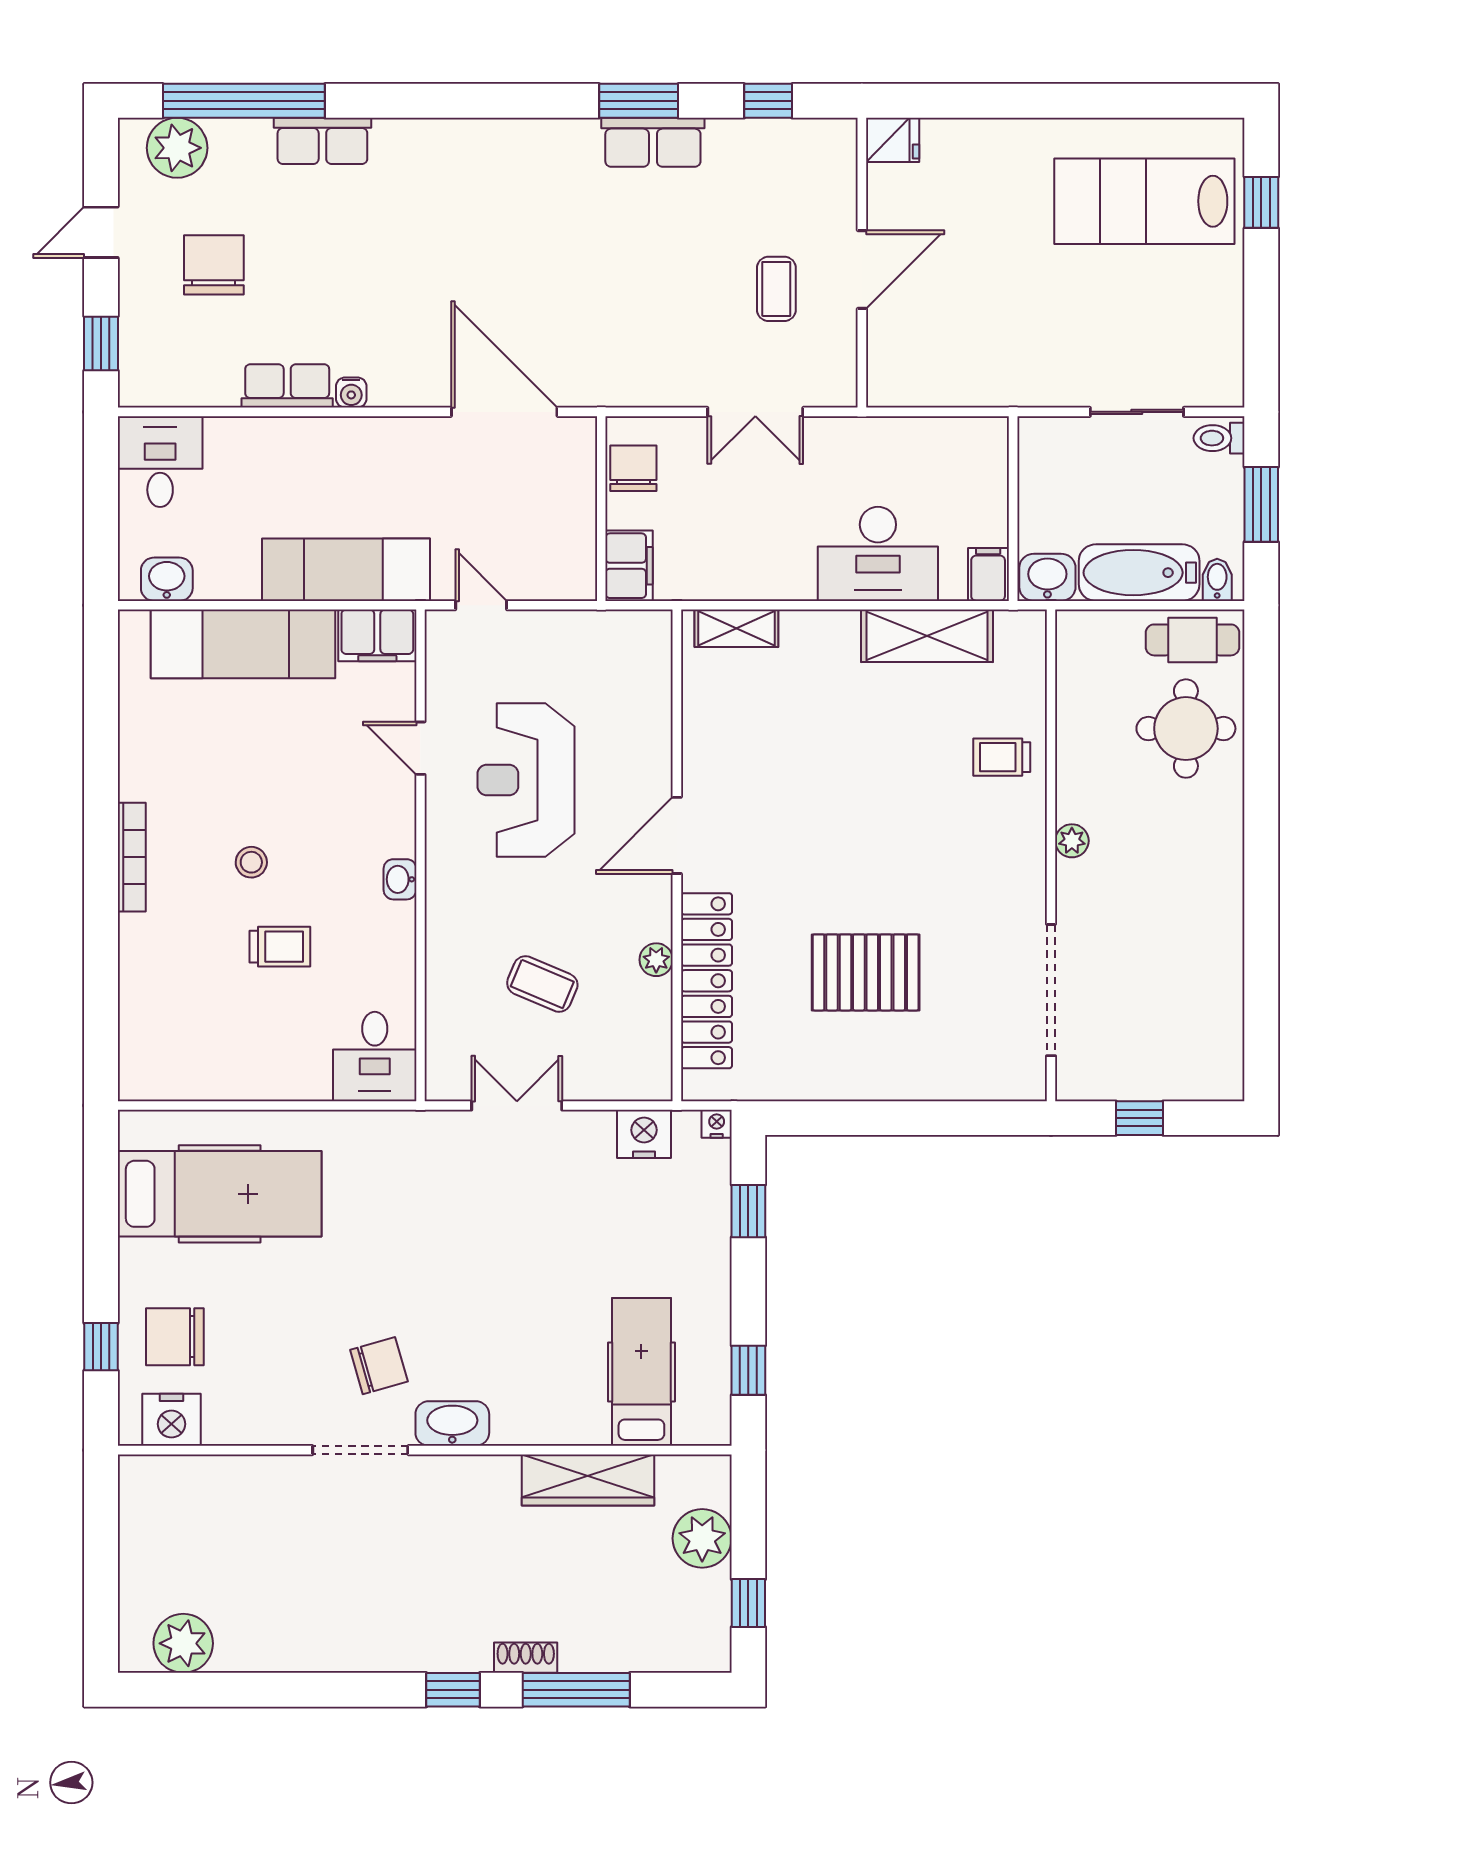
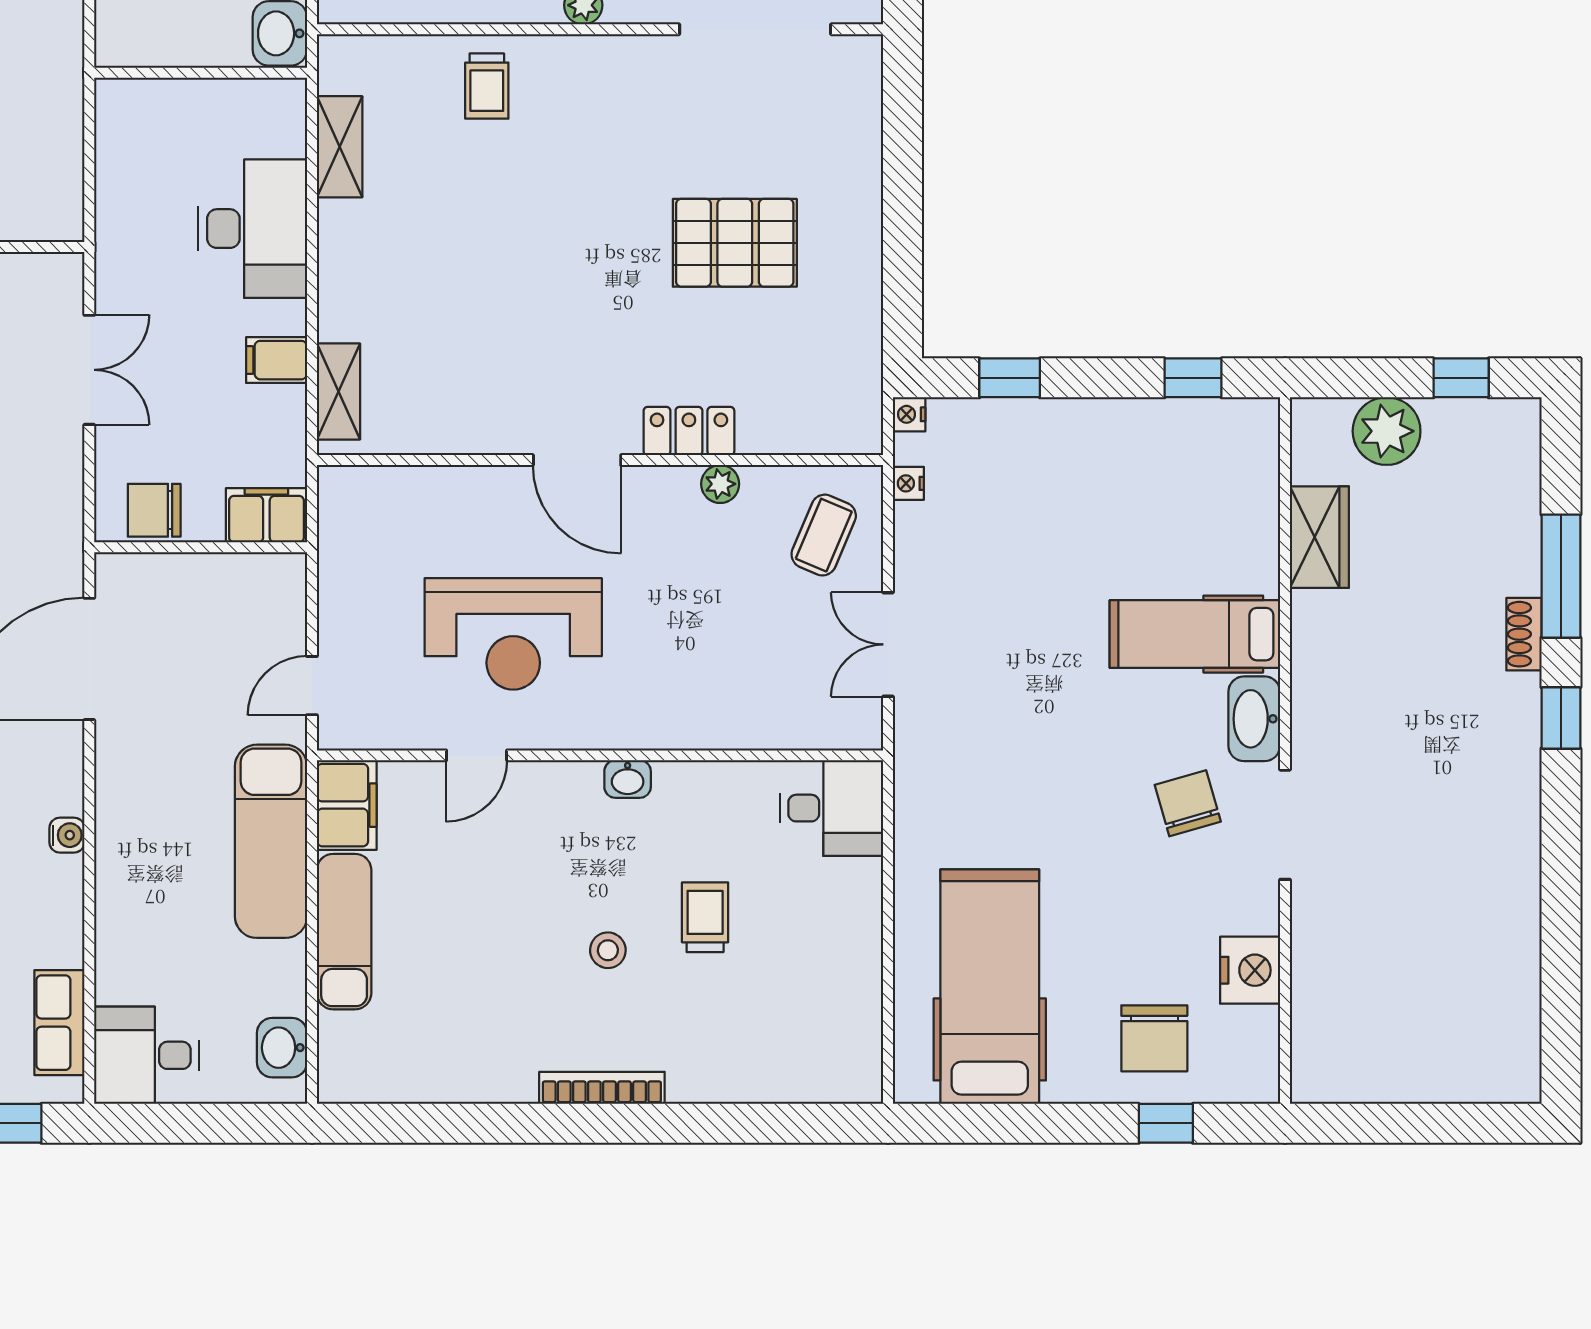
row of seats: (287, 386) -> (59, 1023), moved
filing cabinet: (988, 575) -> (277, 360), moved
shelving: (927, 636) -> (340, 147), width x0.67, depth x0.75
exam couch: (243, 644) -> (344, 932), width x0.73, depth x0.69
pallet: (866, 972) -> (735, 243), turned 90
locker: (707, 981) -> (689, 431), width x0.46, depth x0.83
coffee table: (542, 984) -> (824, 535), moved
nightstand: (644, 1134) -> (908, 483), width x0.53, depth x0.56
hospital bed: (641, 1372) -> (1195, 634), moved
nightstand: (171, 1420) -> (1250, 970), moved
wardrobe: (588, 1480) -> (1319, 537), width x0.67
plant: (183, 1643) -> (1507, 1029), removed

